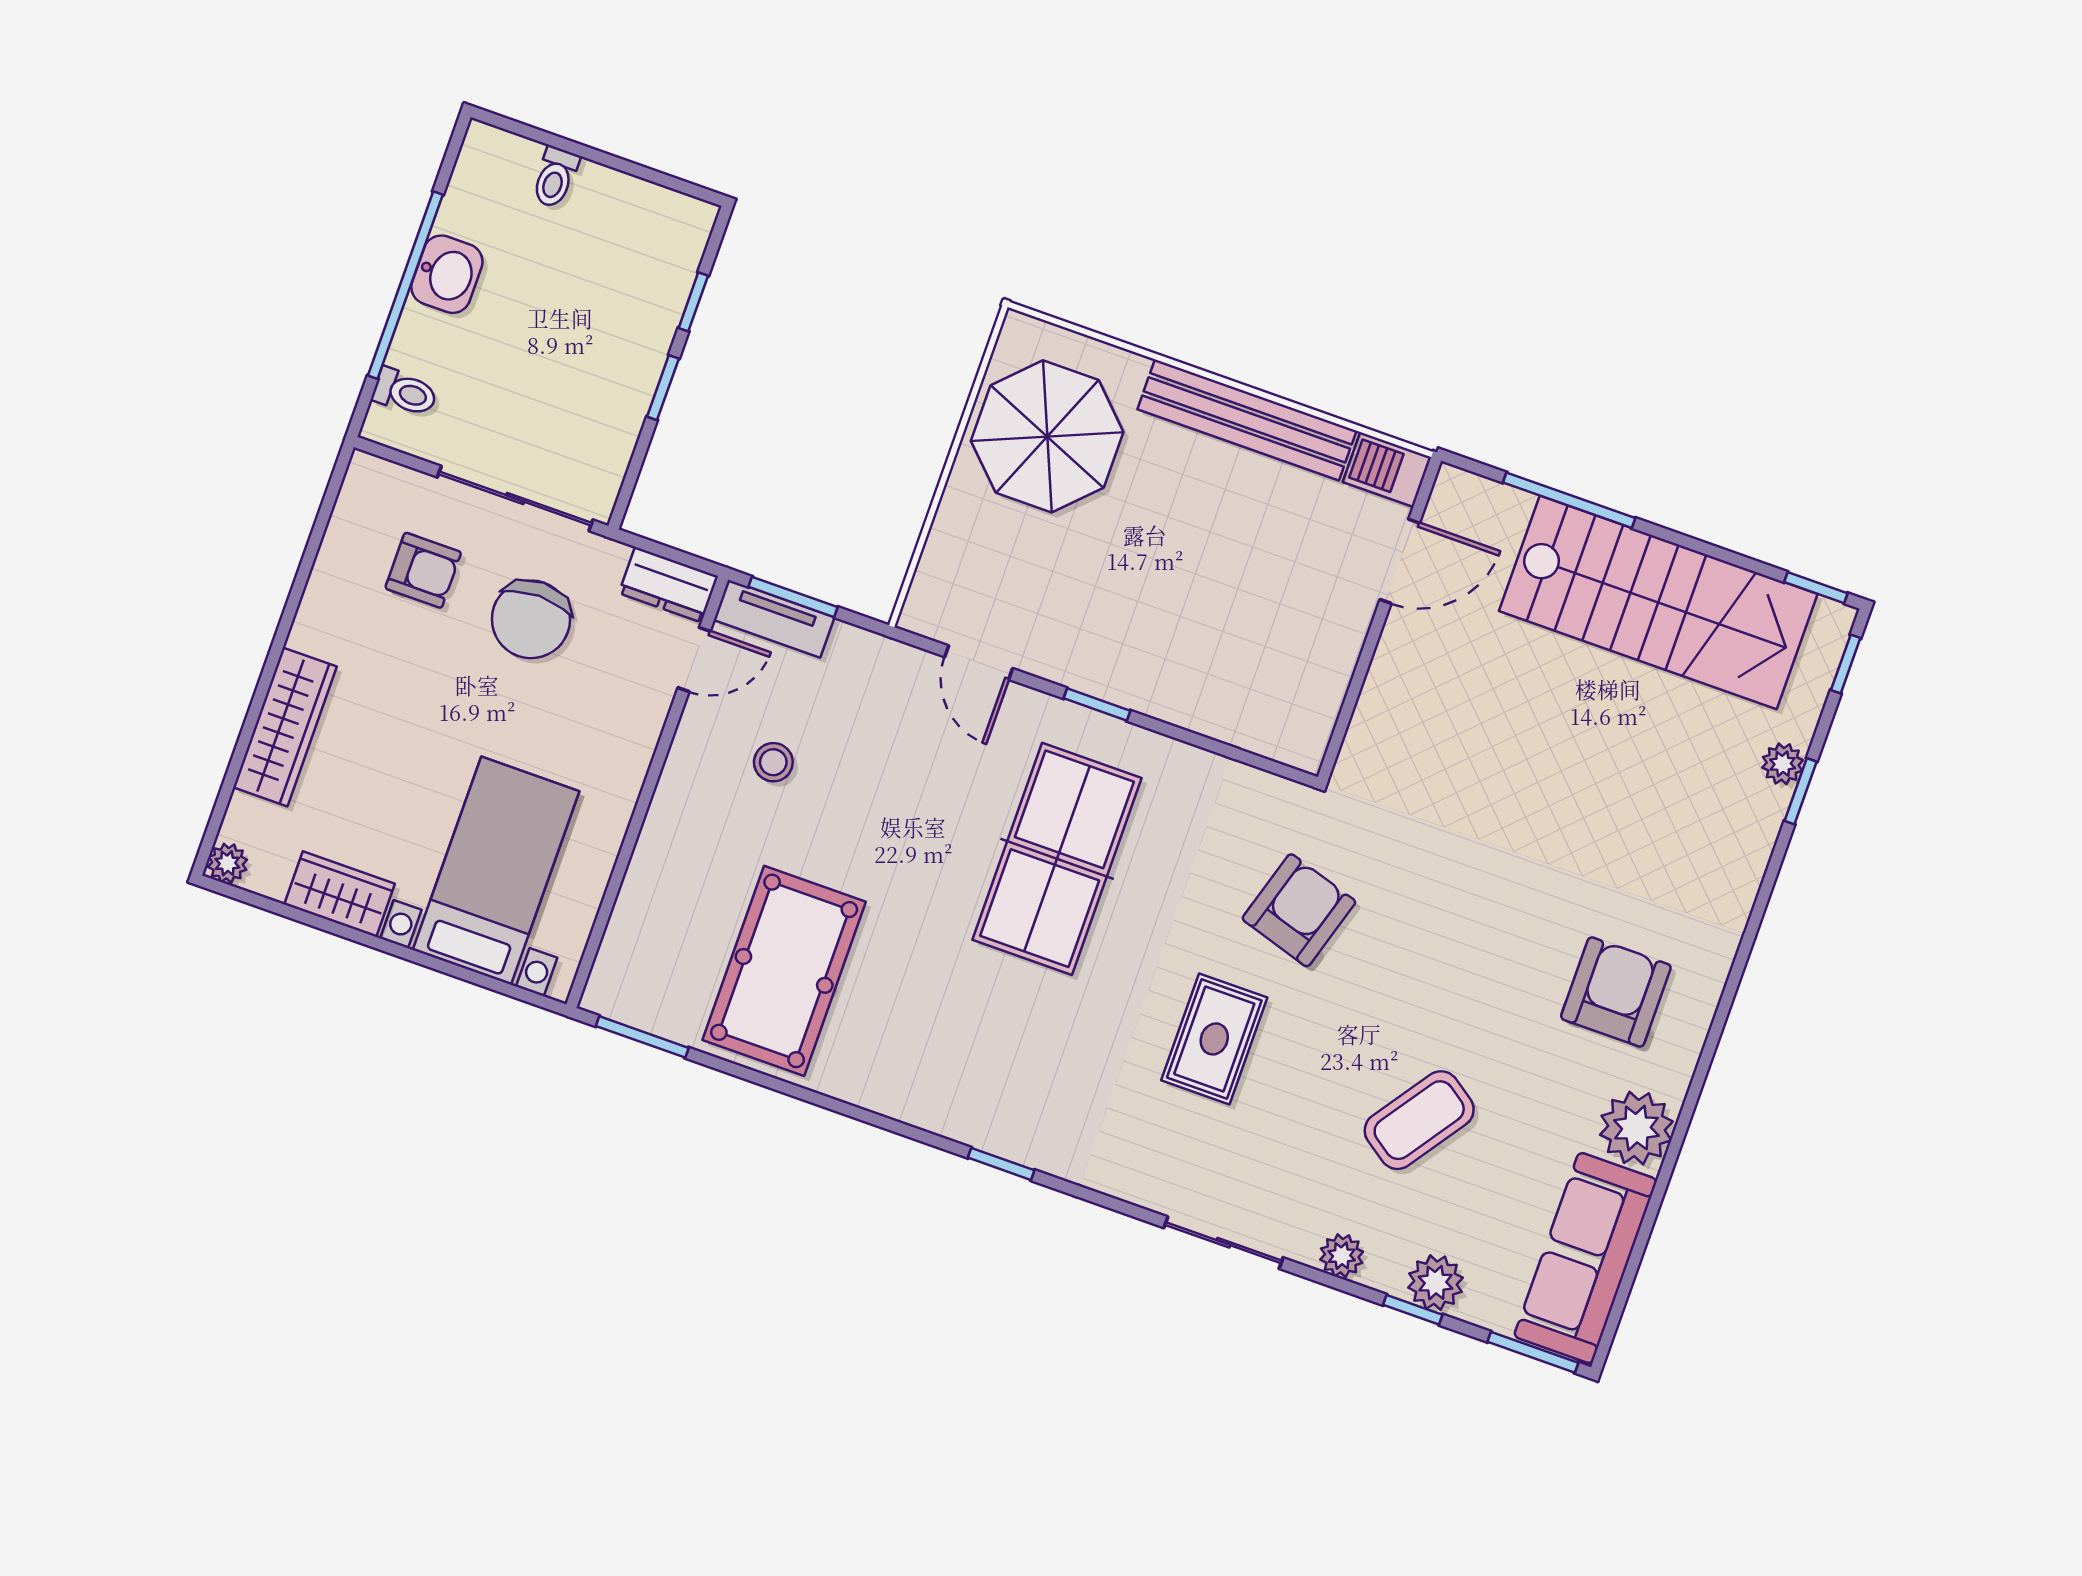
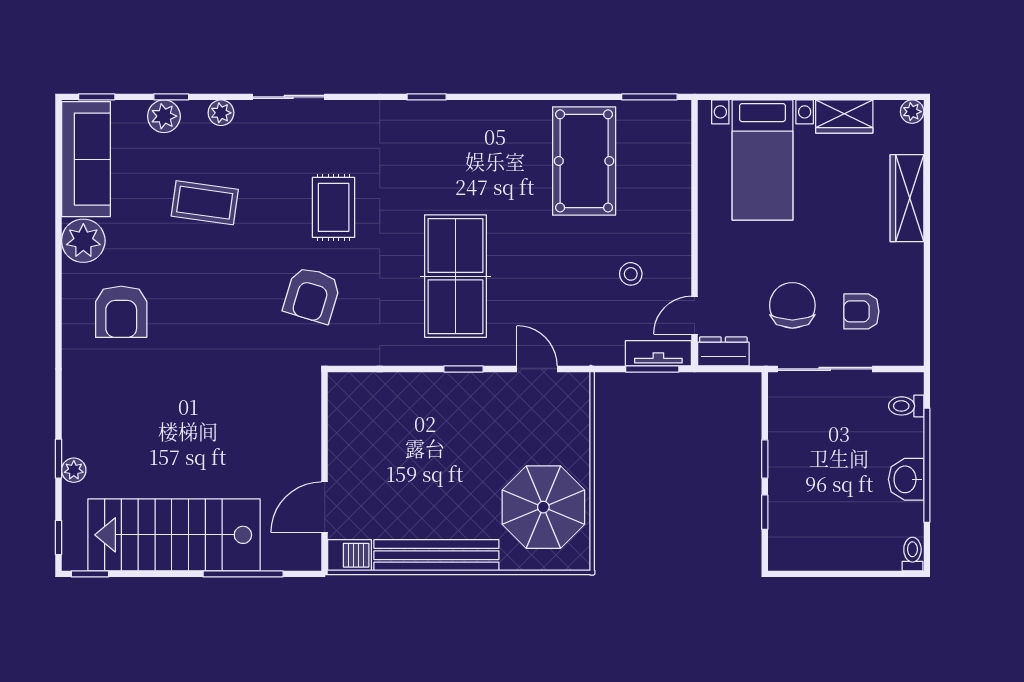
toilet: (555, 177) -> (912, 554), moved
coffee table: (1419, 1120) -> (205, 203), turned 63
window: (1533, 1352) -> (97, 97), width x0.67

